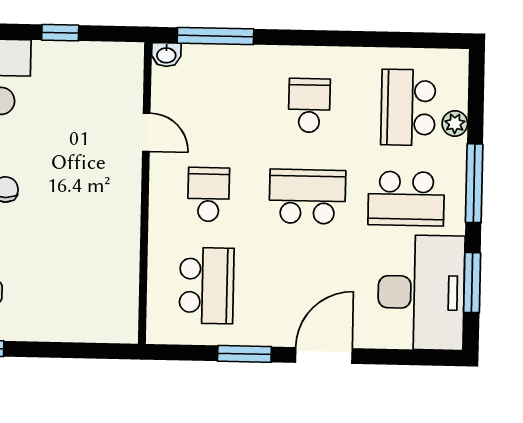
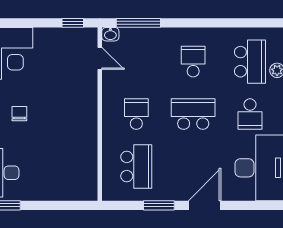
window: (60, 33) -> (73, 23), moved
school desk: (408, 107) -> (250, 62), turned 180
door: (146, 132) -> (100, 58), moved
school desk: (406, 199) -> (250, 114), width x0.54

